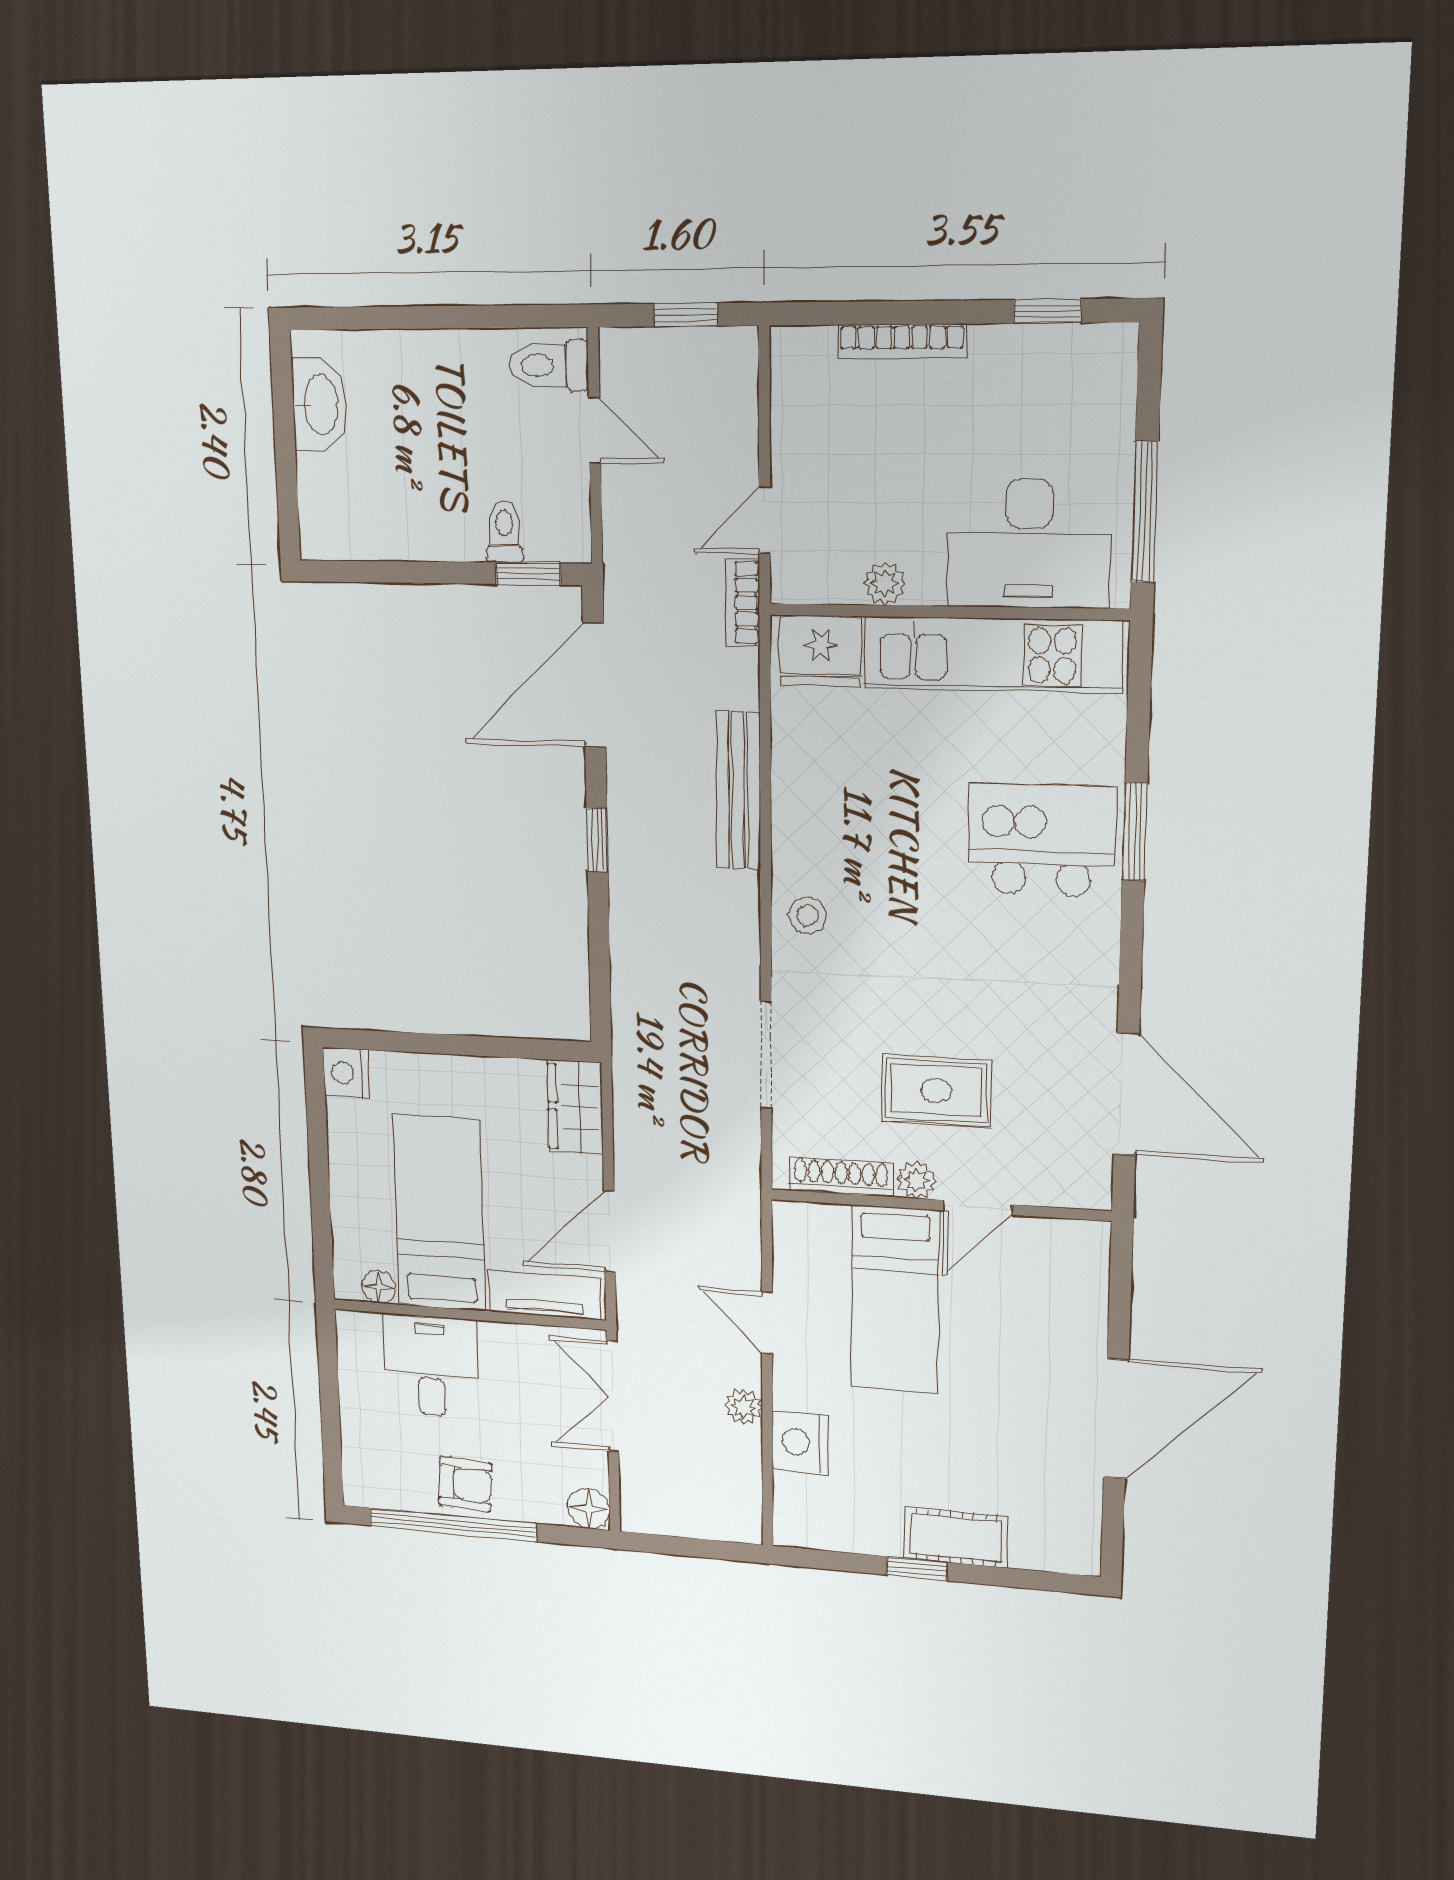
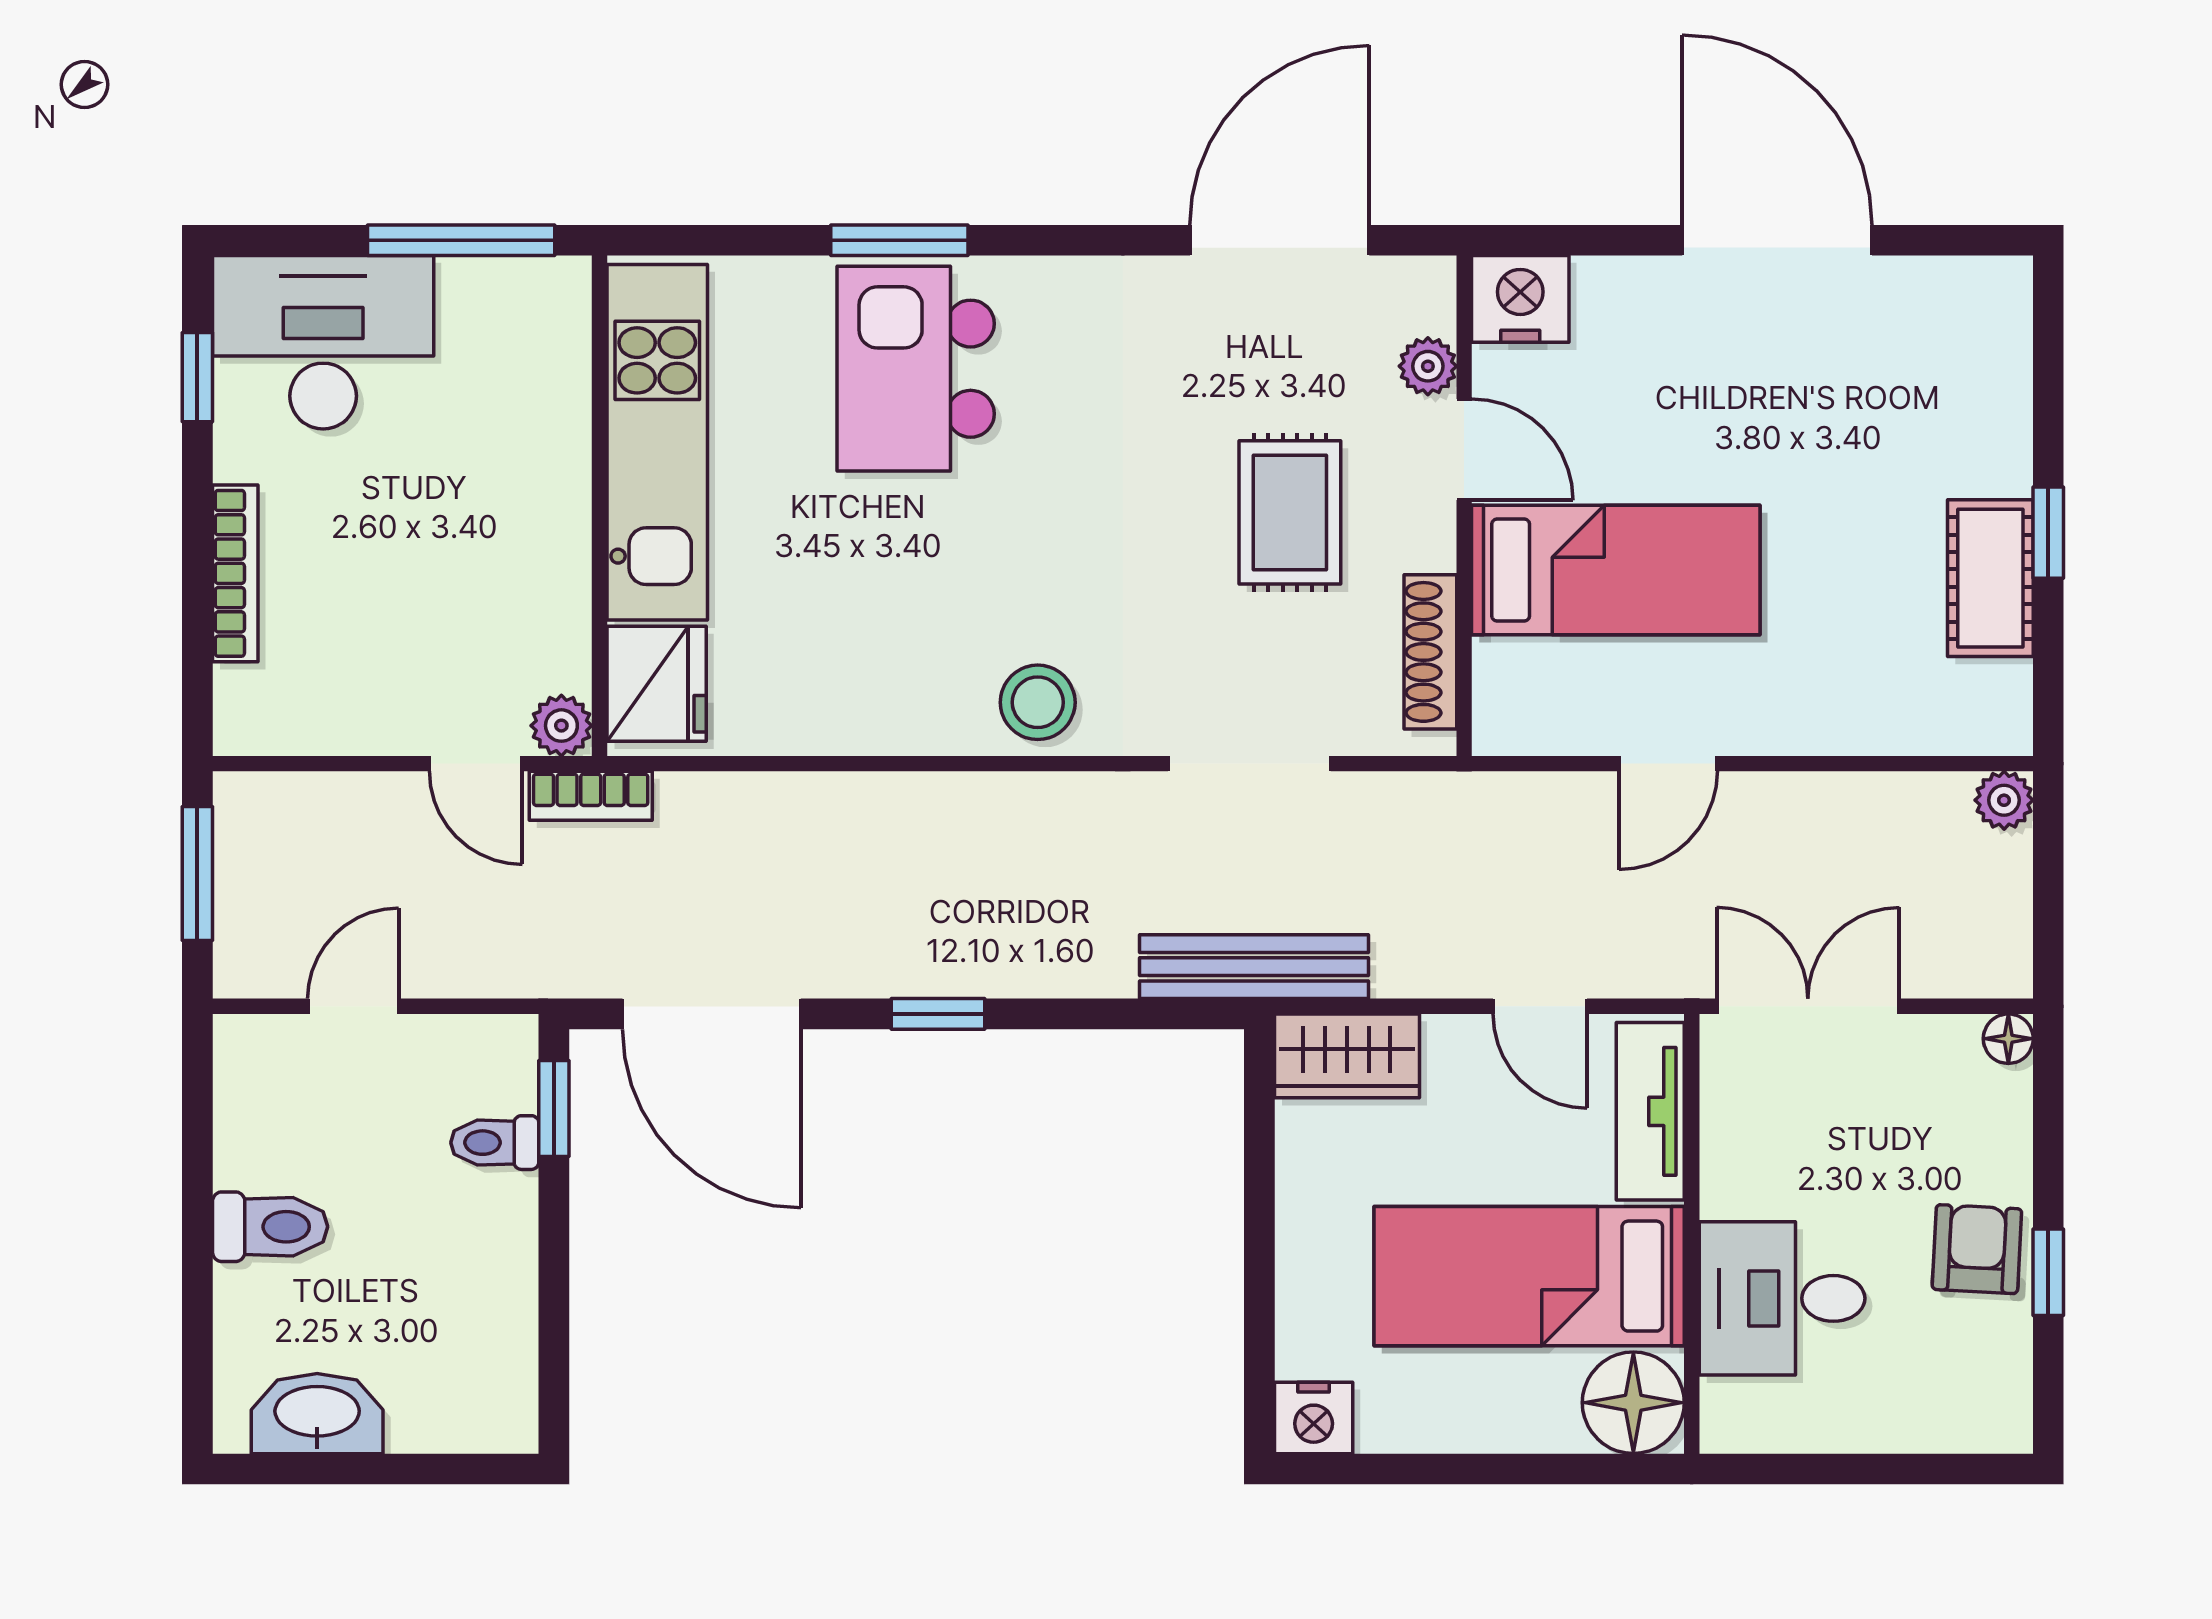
window: (686, 315) -> (197, 873), width x1.50
toilet: (548, 365) -> (270, 1227), moved, turned -90
desk: (1029, 544) -> (323, 342), moved, turned -90
plant: (885, 584) -> (561, 726), moved
bench: (738, 790) -> (1254, 967), moved
stool: (807, 915) -> (1038, 702), width x1.37, depth x1.37
plant: (916, 1180) -> (1428, 366), moved
door: (609, 1232) -> (1540, 1006), width x0.73
floor lamp: (379, 1287) -> (1633, 1403), width x1.89, depth x1.89
double door: (613, 1397) -> (1808, 1006), swing flipped
plant: (744, 1407) -> (2004, 800), moved
nightstand: (800, 1442) -> (1520, 299), moved, turned 180
floor lamp: (589, 1509) -> (2008, 1039), width x0.73, depth x0.73
window: (453, 1525) -> (2048, 1272), width x0.32
cot: (956, 1537) -> (1990, 578), moved

